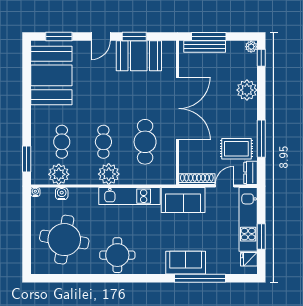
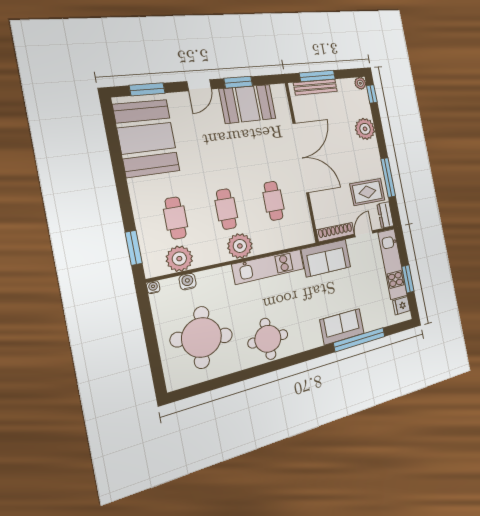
cafe table: (145, 142) -> (274, 201), width x0.73, depth x0.74

